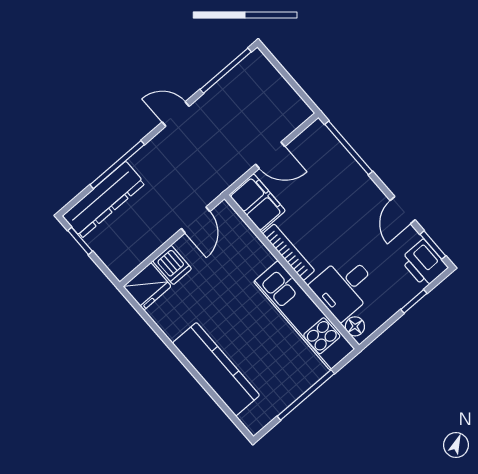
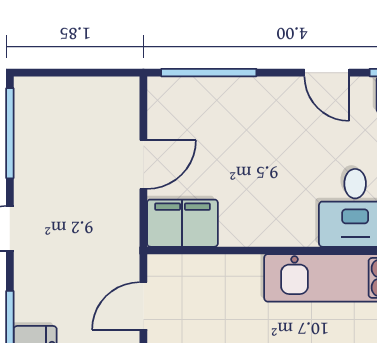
door: (196, 220) -> (143, 306), swing flipped
bookcase: (289, 252) -> (266, 235), removed

